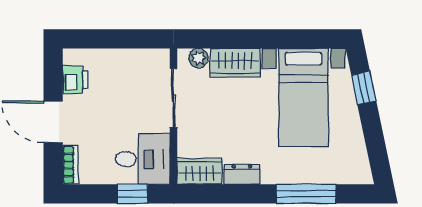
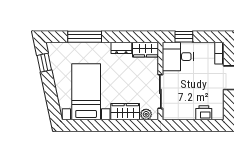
printer: (75, 80) -> (204, 113), moved, turned 90
window: (364, 88) -> (44, 63), moved

